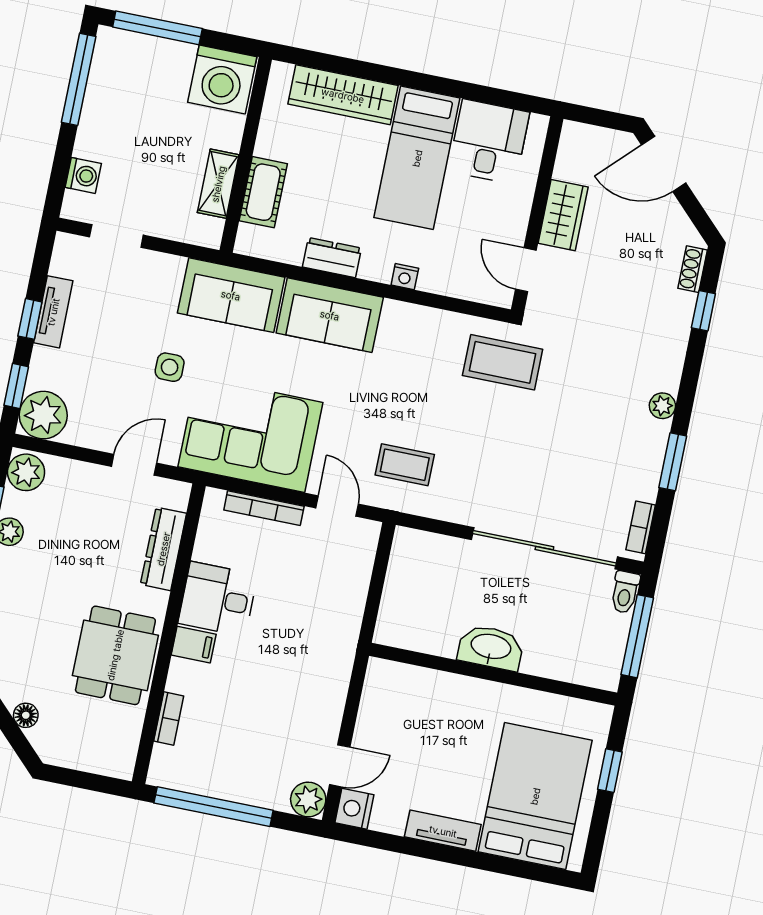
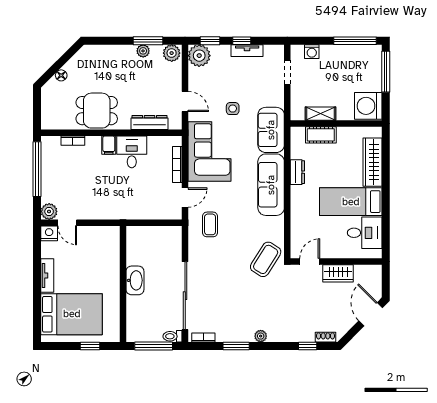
nightstand: (405, 277) -> (296, 207), removed
sofa: (330, 315) -> (271, 185), width x1.36
coffee table: (503, 362) -> (266, 259), turned 32

